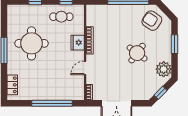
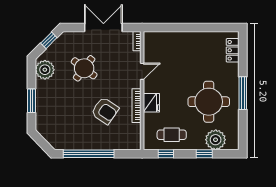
plant: (26, 13) -> (216, 140), added
armchair: (152, 21) -> (105, 111), moved
round table: (137, 53) -> (84, 68), moved
window: (52, 103) -> (183, 27), removed

